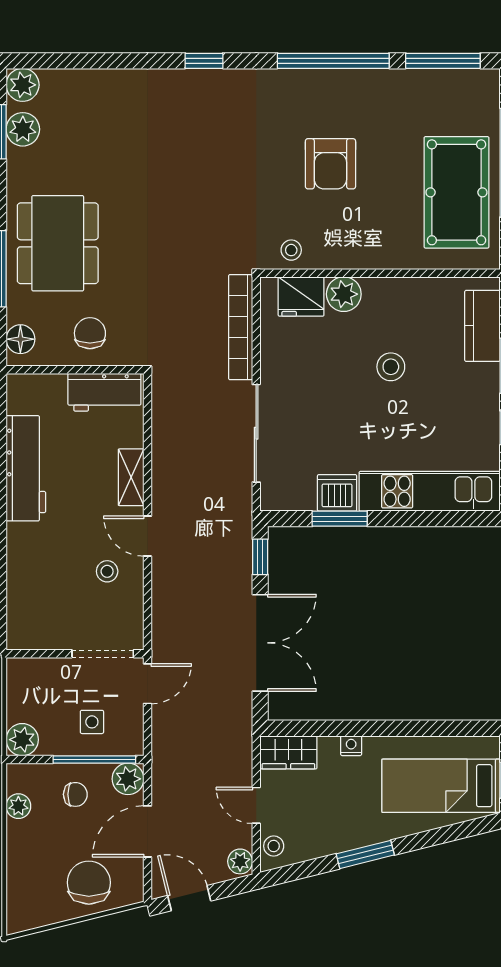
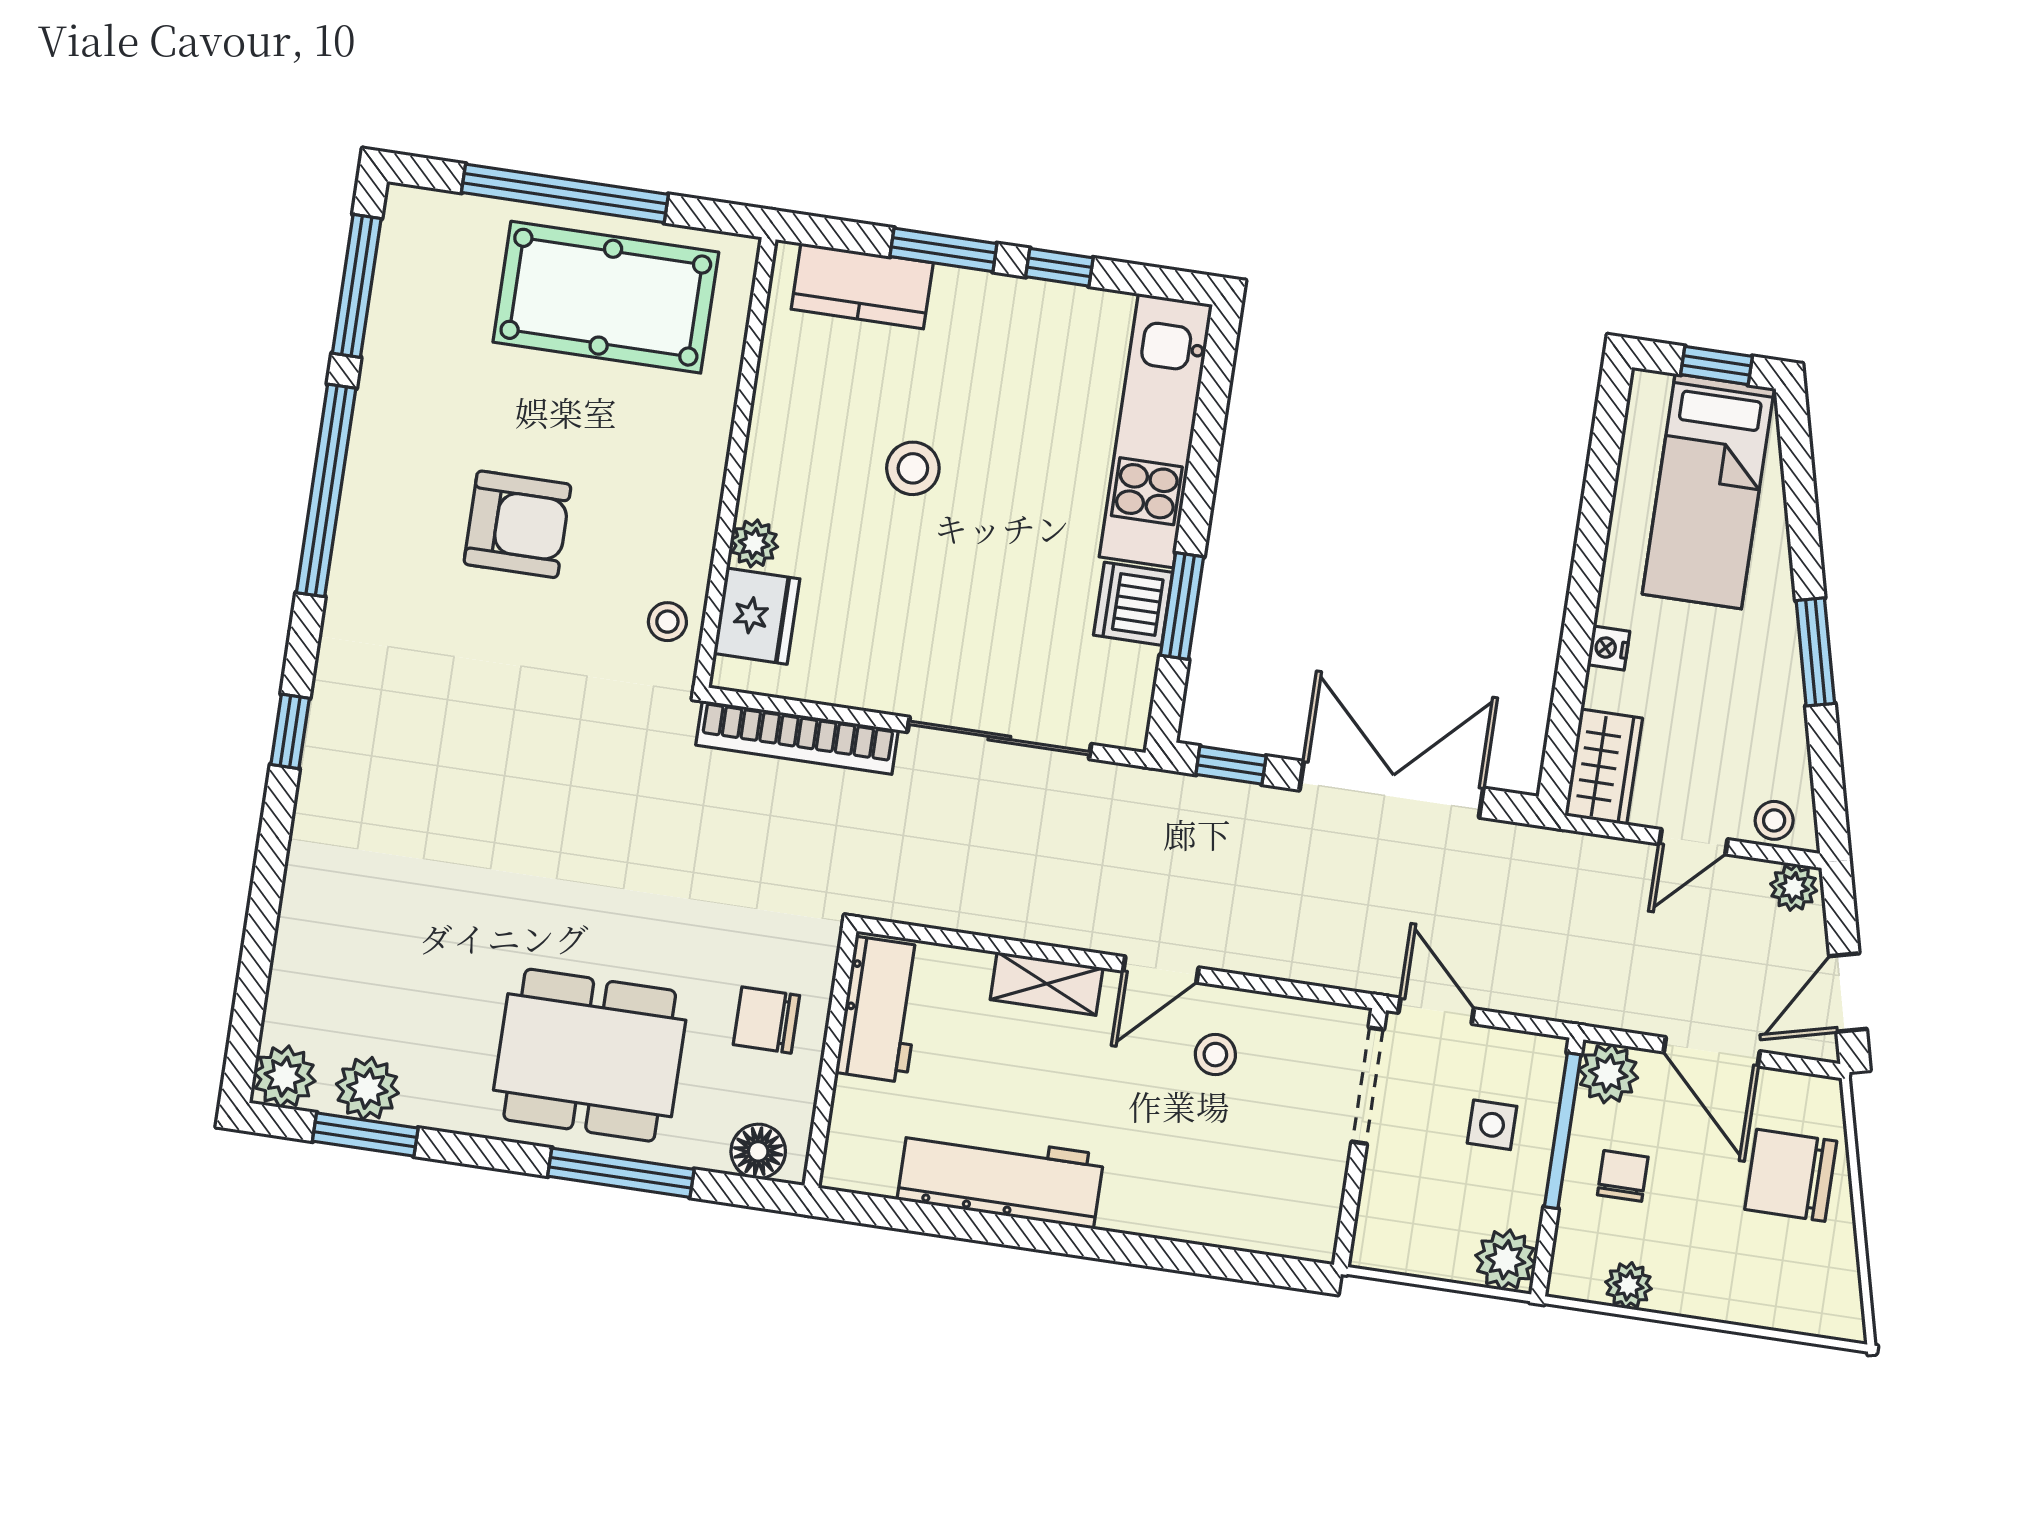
plant: (344, 294) -> (754, 543), width x0.73, depth x0.73

